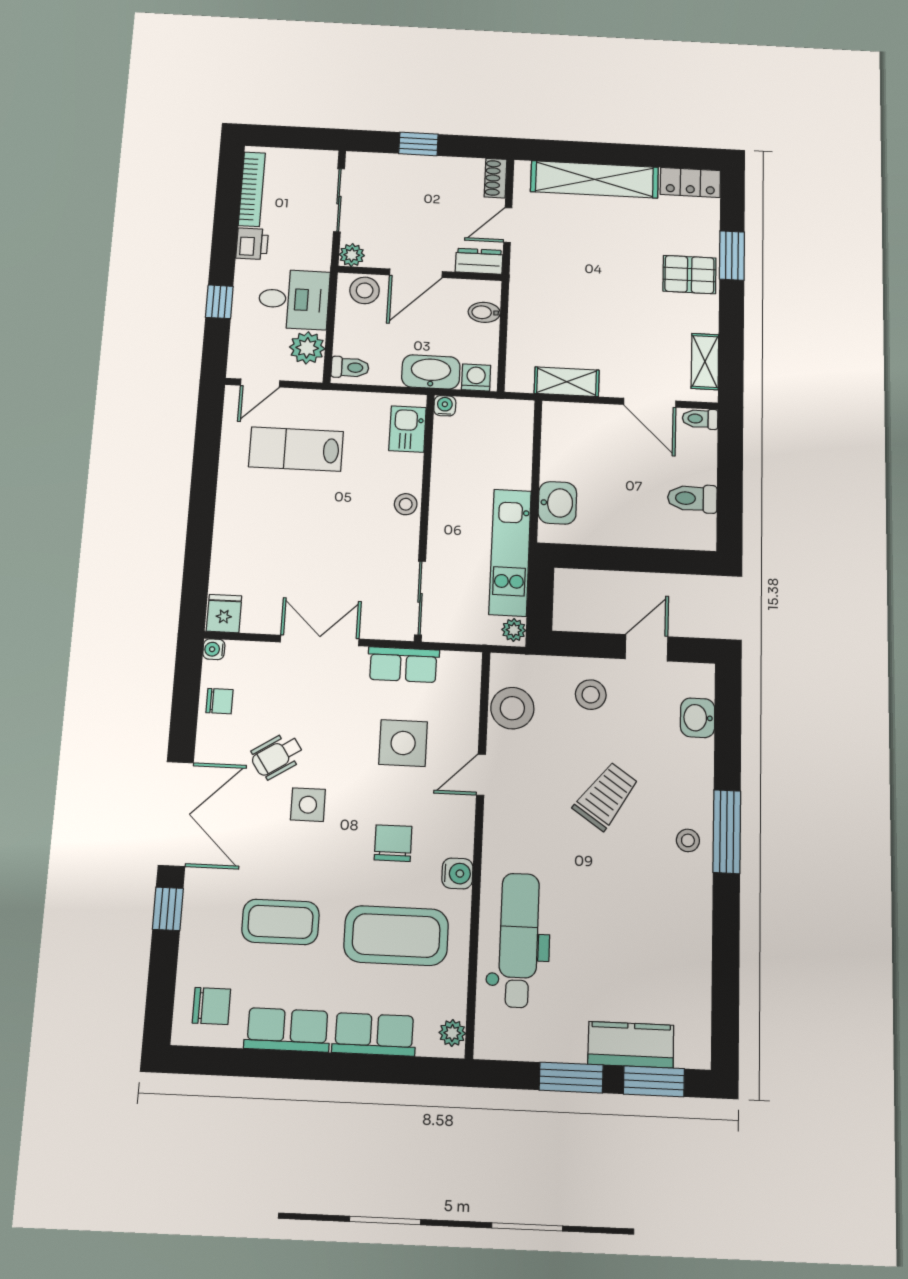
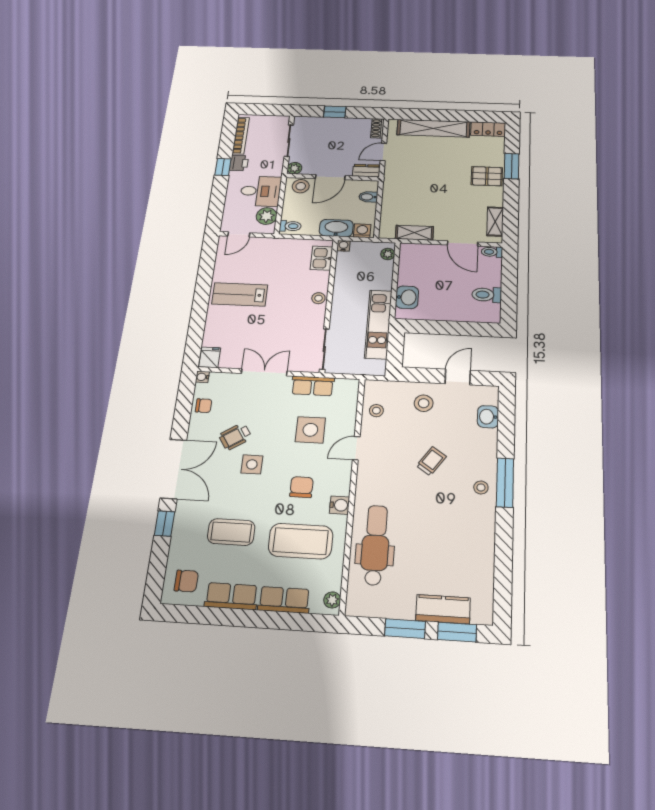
window: (219, 302) -> (223, 167), moved
lab bench: (296, 449) -> (240, 294), moved
plant: (514, 630) -> (388, 254), moved
stool: (512, 708) -> (376, 411), width x0.53, depth x0.53
trolley: (606, 796) -> (431, 461), width x0.73, depth x0.72

